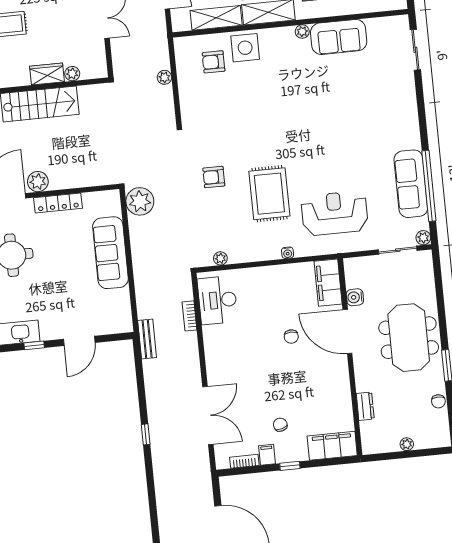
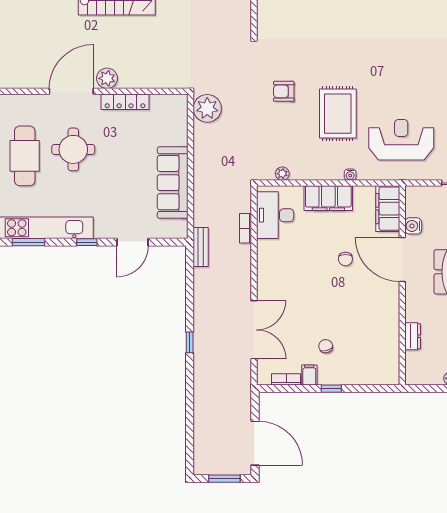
sofa: (110, 253) -> (173, 183), moved
filing cabinet: (332, 446) -> (328, 198), moved, turned 180

